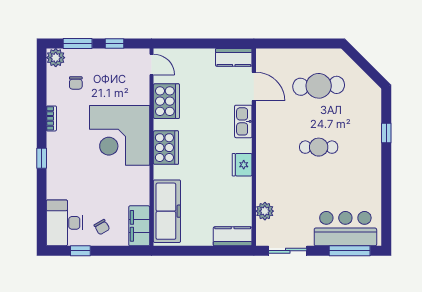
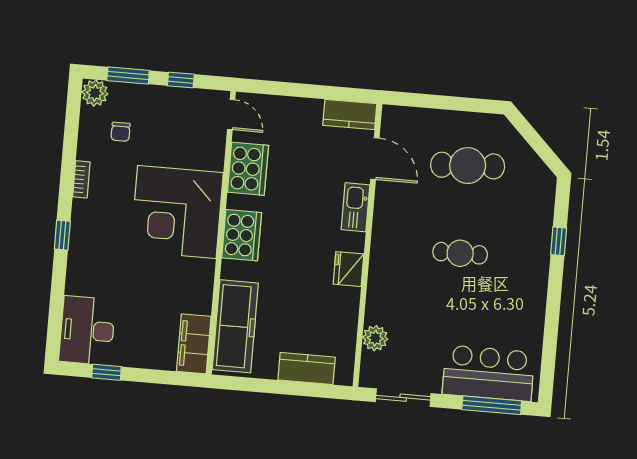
chair: (102, 227) -> (140, 341), removed
kitchen counter: (233, 236) -> (307, 369), moved

